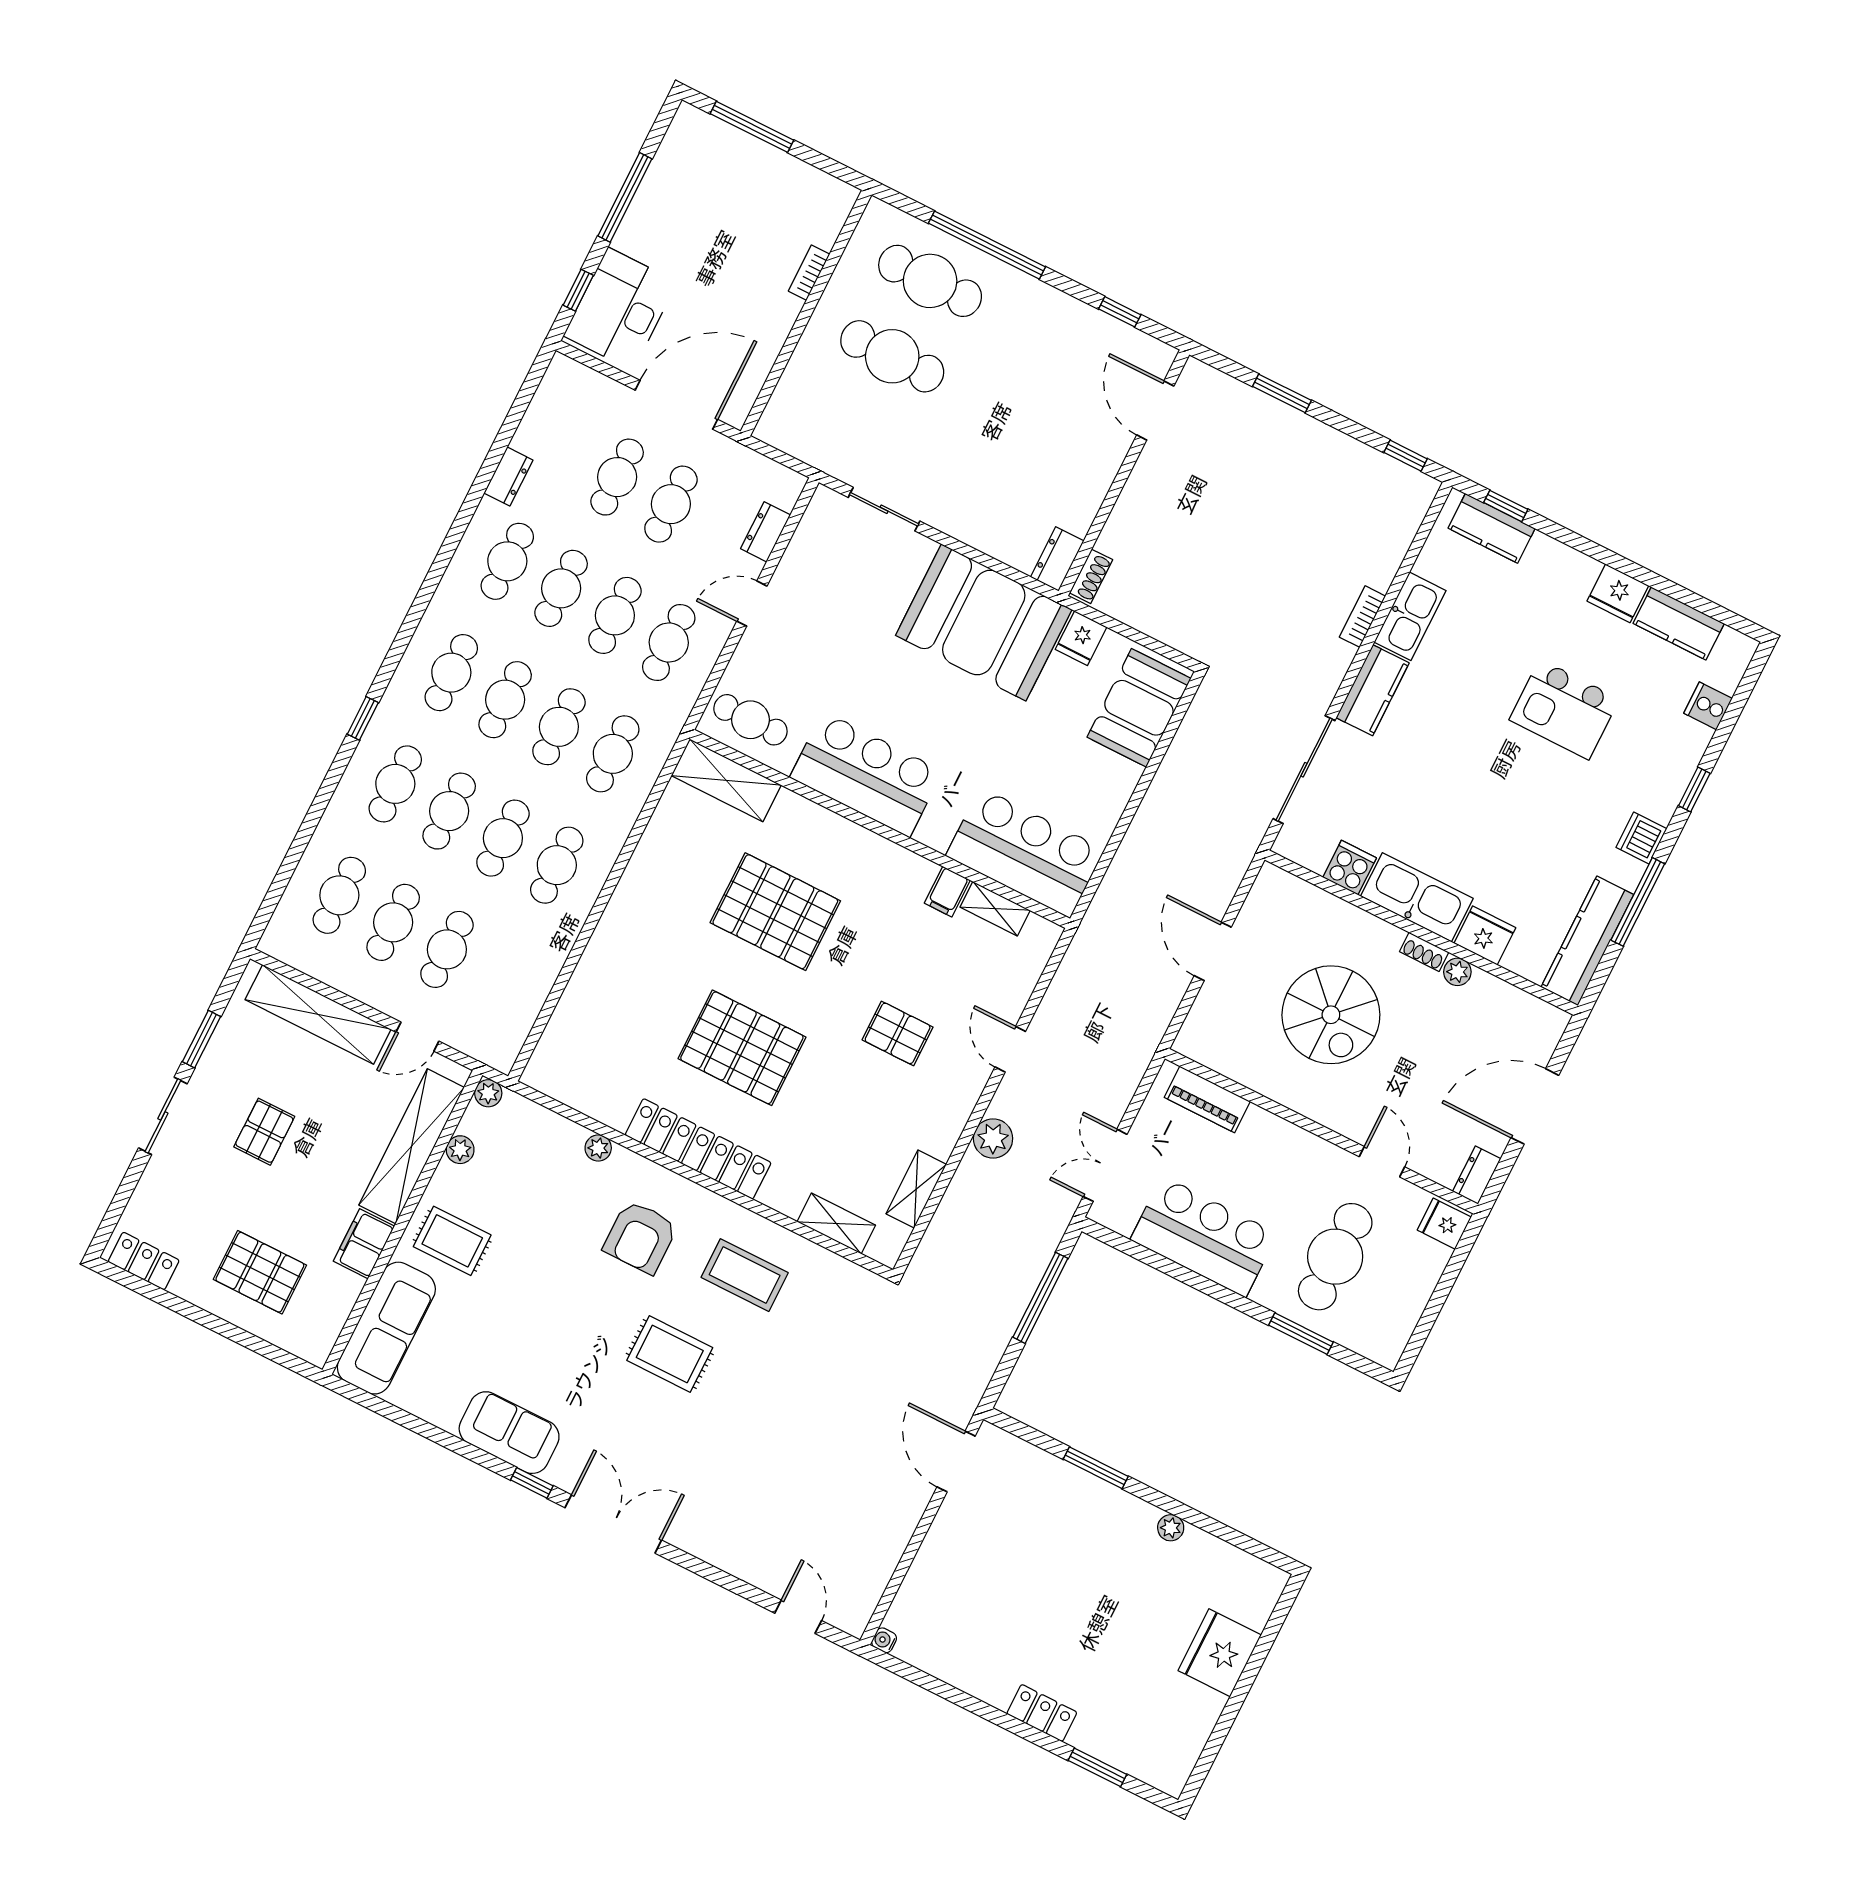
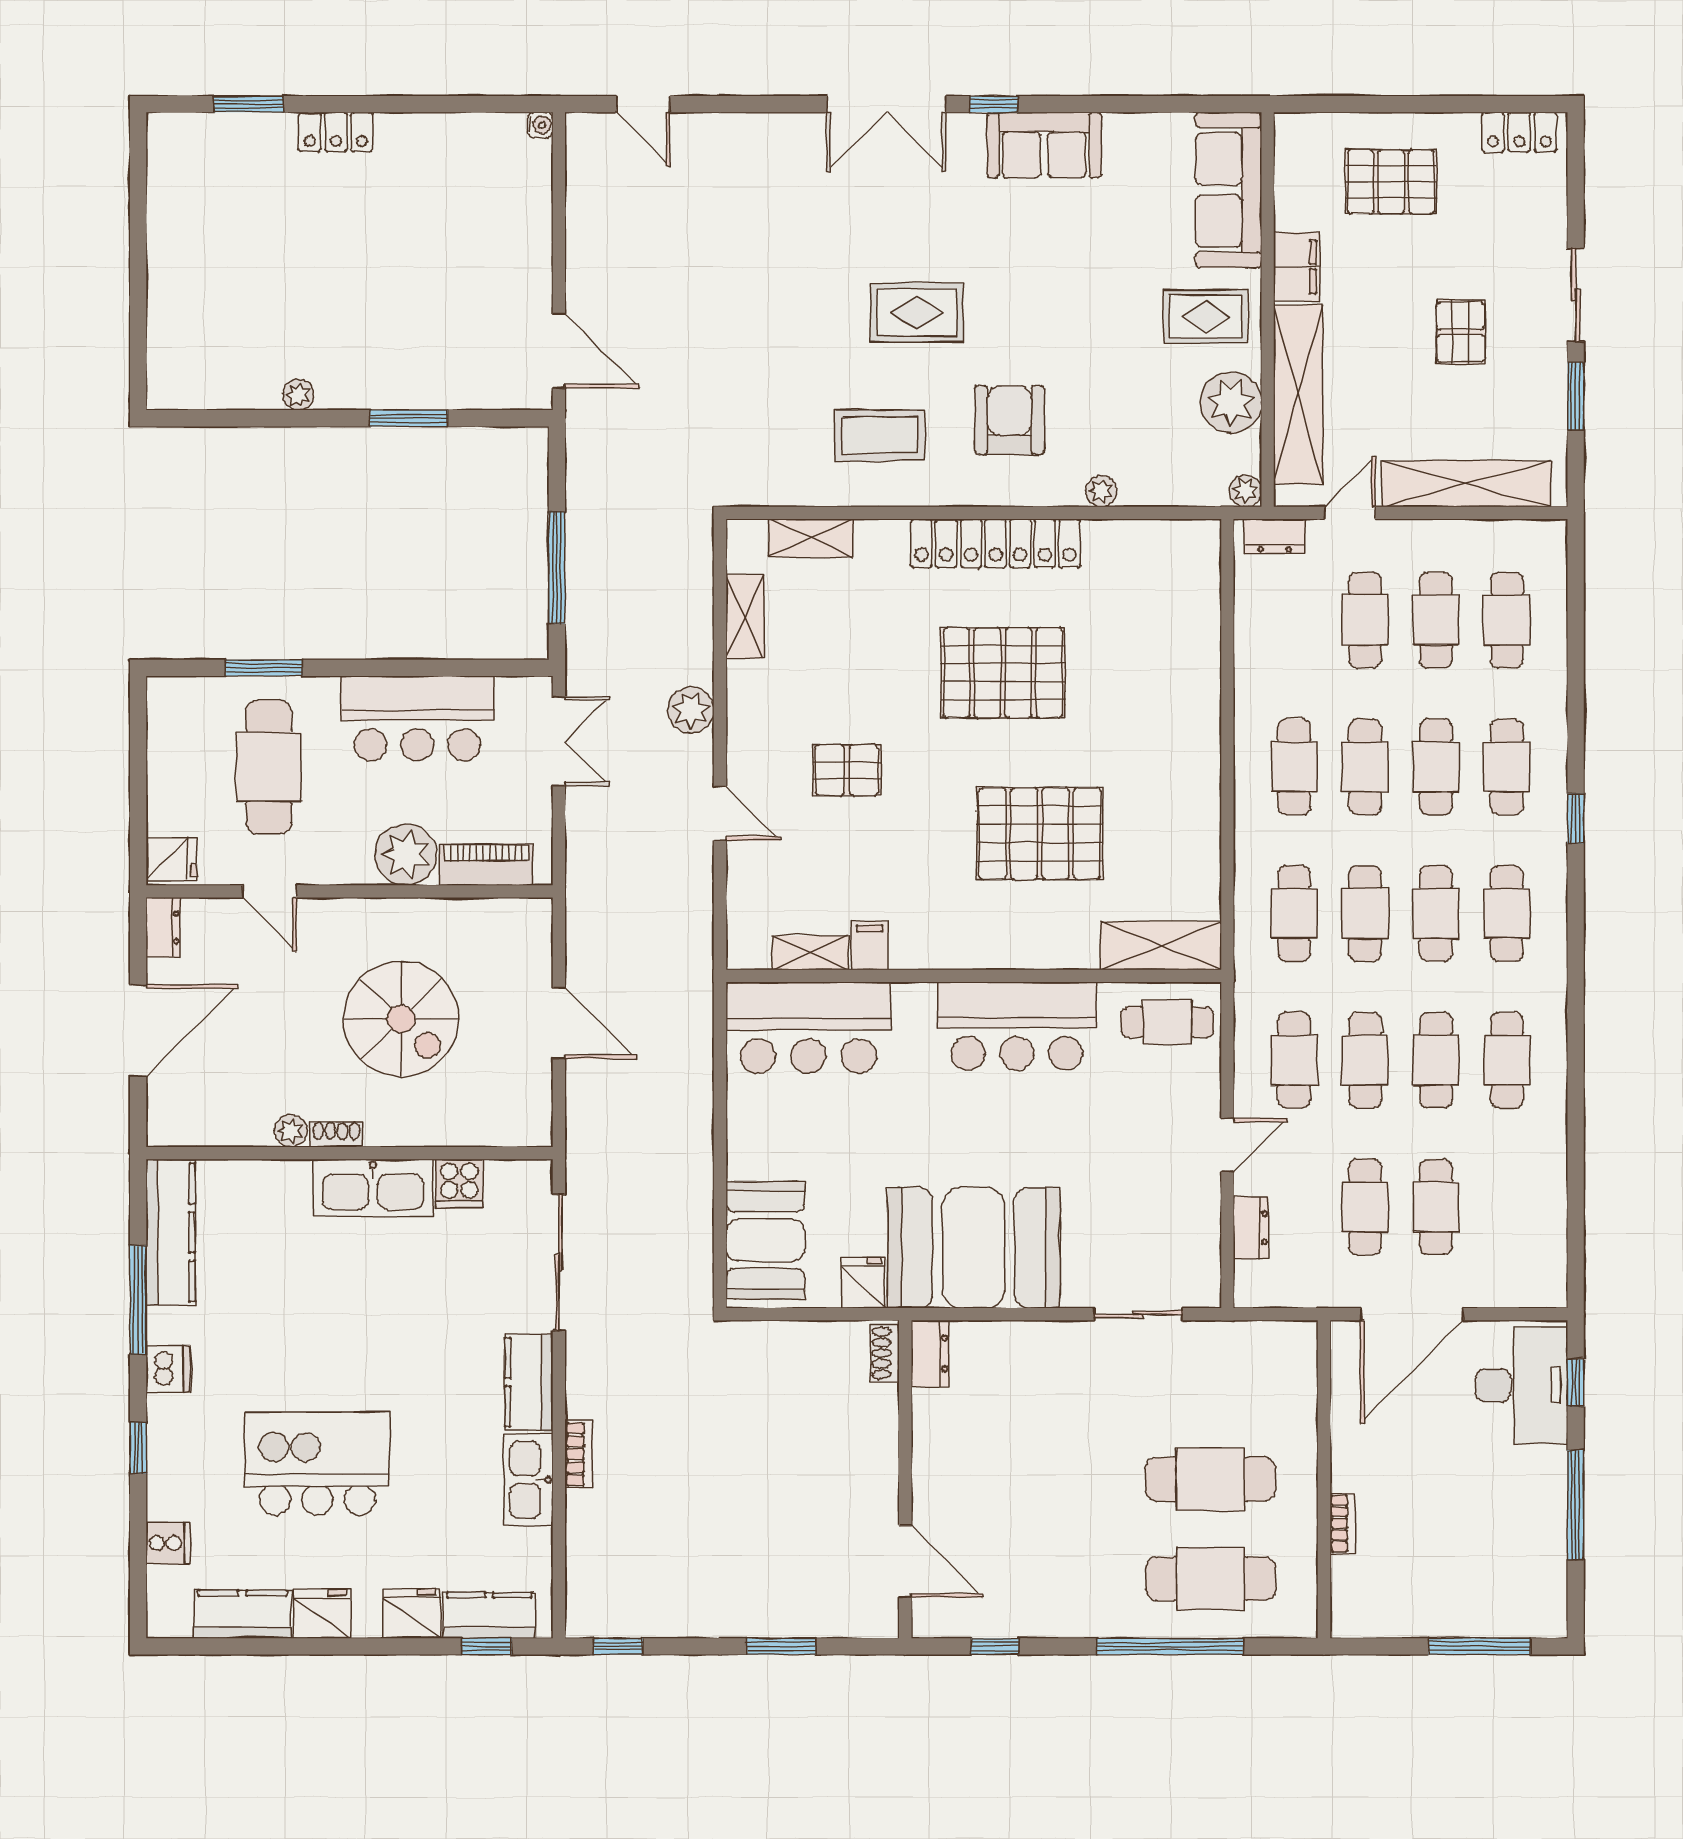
dresser: (508, 477) -> (1275, 536), moved, turned -90
kitchen island: (1564, 709) -> (317, 1463), width x1.37, depth x1.28
fridge: (1485, 935) -> (412, 1614), moved, turned 180
spiral stairs: (1331, 1015) -> (401, 1019), turned 180
plant: (1265, 1138) -> (406, 855), added
plant: (460, 1150) -> (1231, 402), width x1.87, depth x1.87
fridge: (1220, 1653) -> (181, 289), removed

